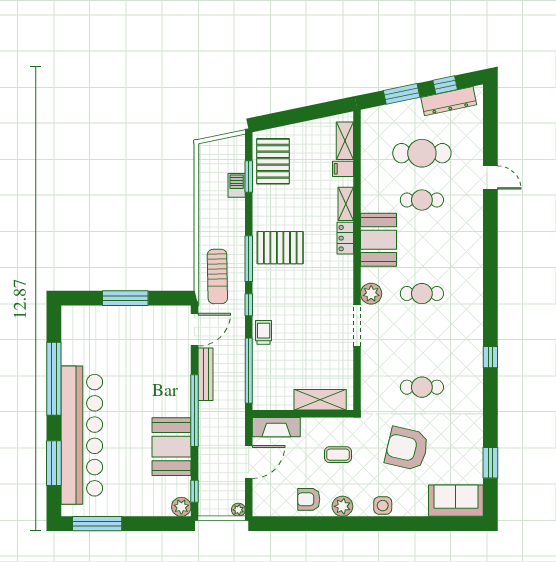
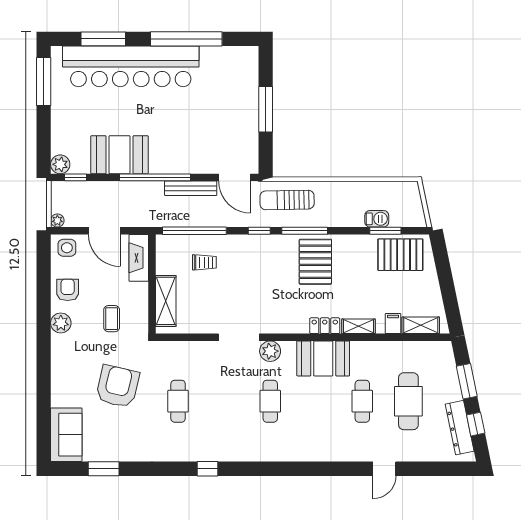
trolley: (264, 332) -> (204, 262), moved
side table: (383, 506) -> (67, 248), moved

